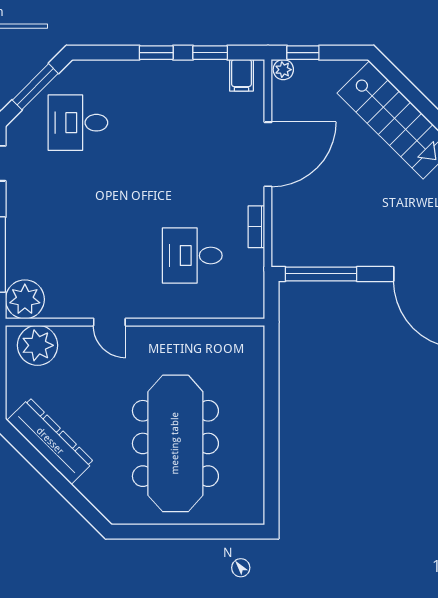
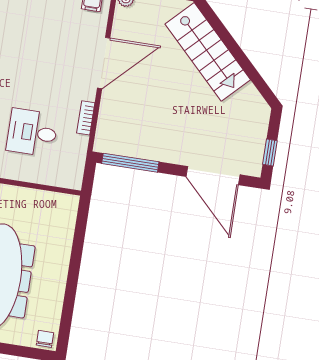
chair: (249, 512) -> (45, 339), added

